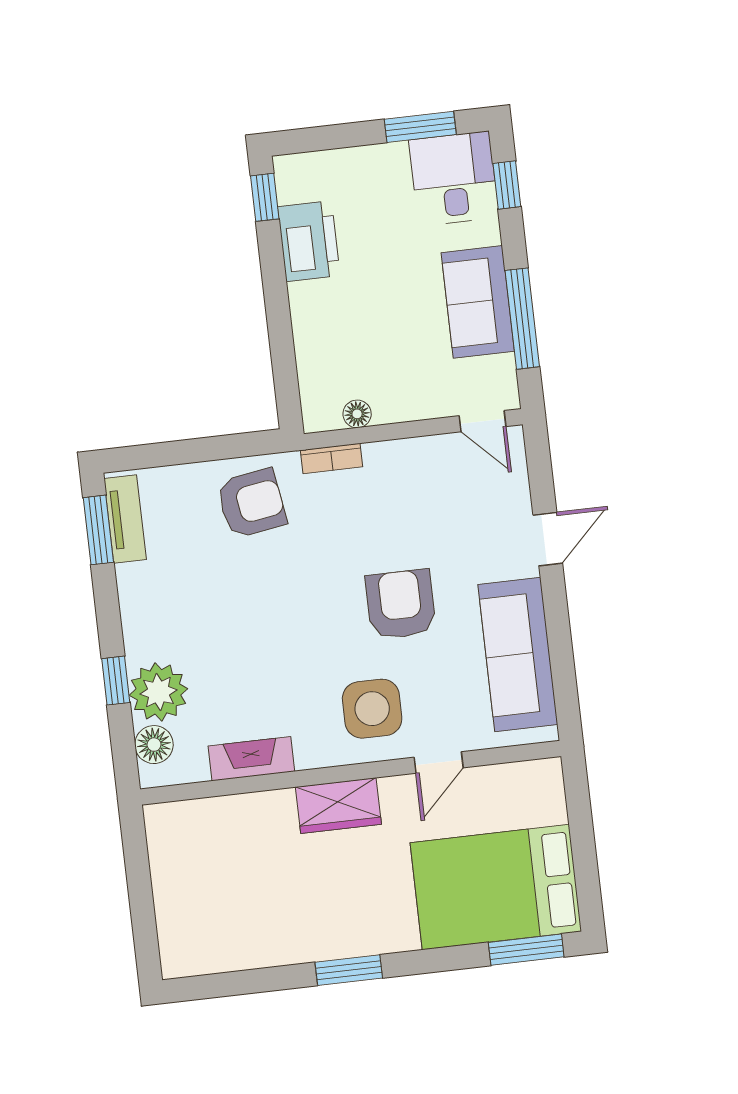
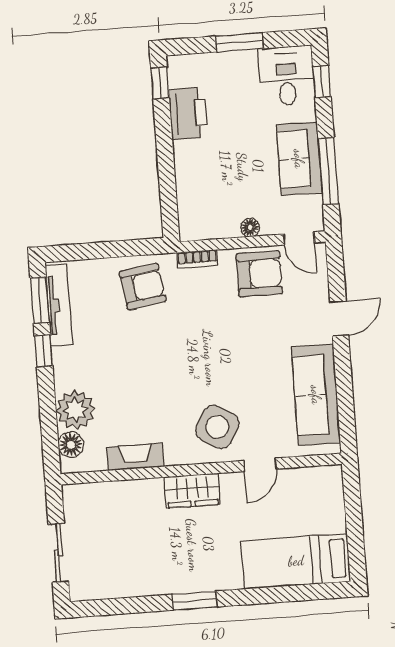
window: (420, 127) -> (239, 42), moved
floor lamp: (357, 414) -> (250, 227), moved
tv unit: (125, 519) -> (59, 305), width x1.41
armchair: (401, 604) -> (259, 274), moved, turned 90
window: (116, 681) -> (44, 351), moved
side table: (372, 709) -> (217, 427), turned 30
bed: (496, 887) -> (296, 561), width x0.67
sliding door: (142, 907) -> (58, 553), added
window: (526, 950) -> (313, 592), removed

